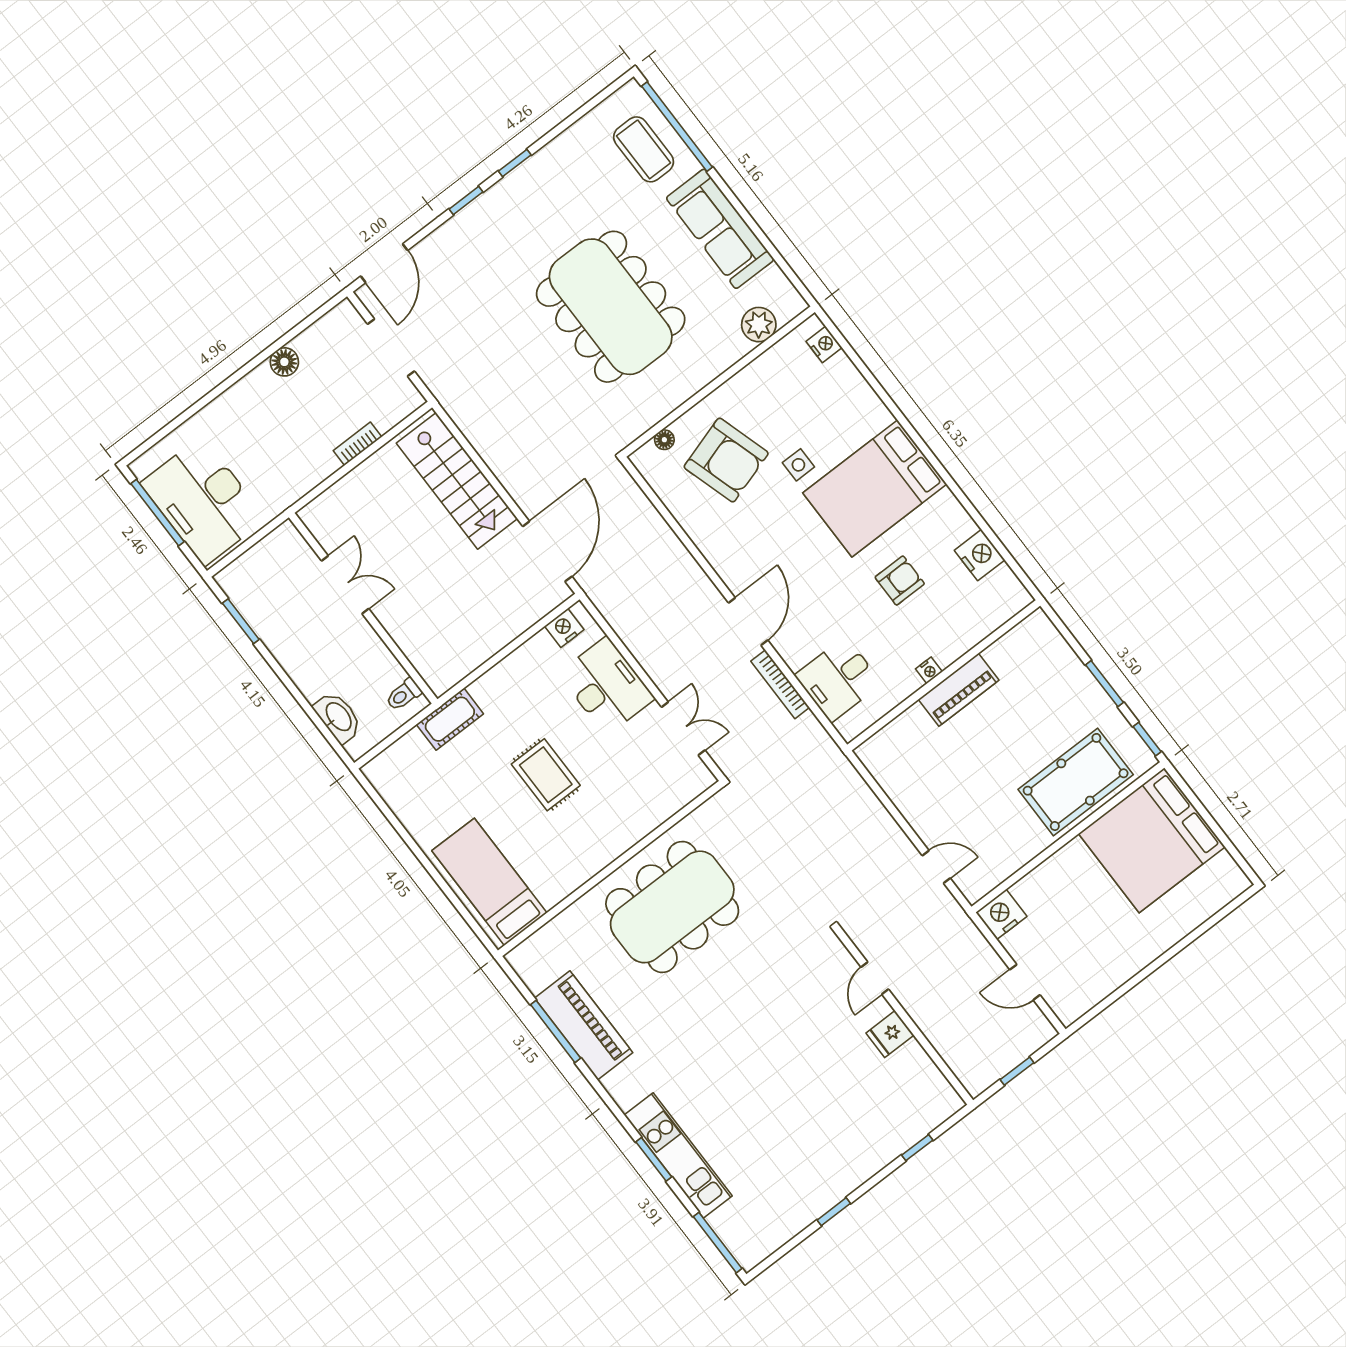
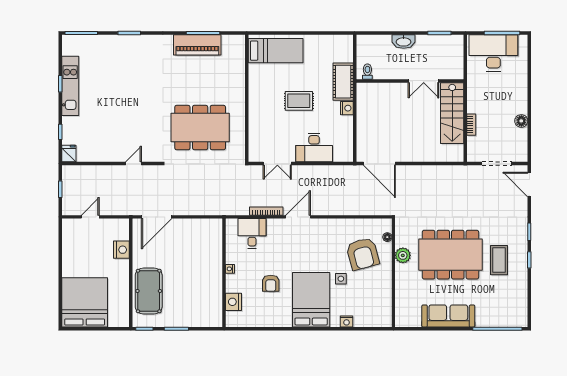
coffee table: (644, 149) -> (499, 260), moved, turned 90
plant: (759, 325) -> (403, 255), moved
nightstand: (824, 344) -> (347, 322), moved
armchair: (726, 460) -> (363, 254), turned -88
stairs: (457, 481) -> (452, 113), moved, turned -90
nightstand: (980, 555) -> (234, 302), moved, turned 90
door: (748, 622) -> (298, 217), swing flipped
nightstand: (564, 628) -> (347, 108), moved
piano: (959, 690) -> (215, 274), removed
washbasin: (338, 717) -> (404, 42), moved
cot: (450, 719) -> (343, 82), width x1.37, depth x1.34
bed: (1152, 840) -> (85, 302), moved
door: (936, 867) -> (157, 217), width x1.88
dining table: (672, 907) -> (200, 128), moved, turned 90
nightstand: (1001, 914) -> (121, 250), moved
door: (875, 978) -> (133, 164), hinge flipped
fridge: (890, 1034) -> (69, 154), moved
kitchen unit: (678, 1155) -> (70, 86), moved, turned -90

